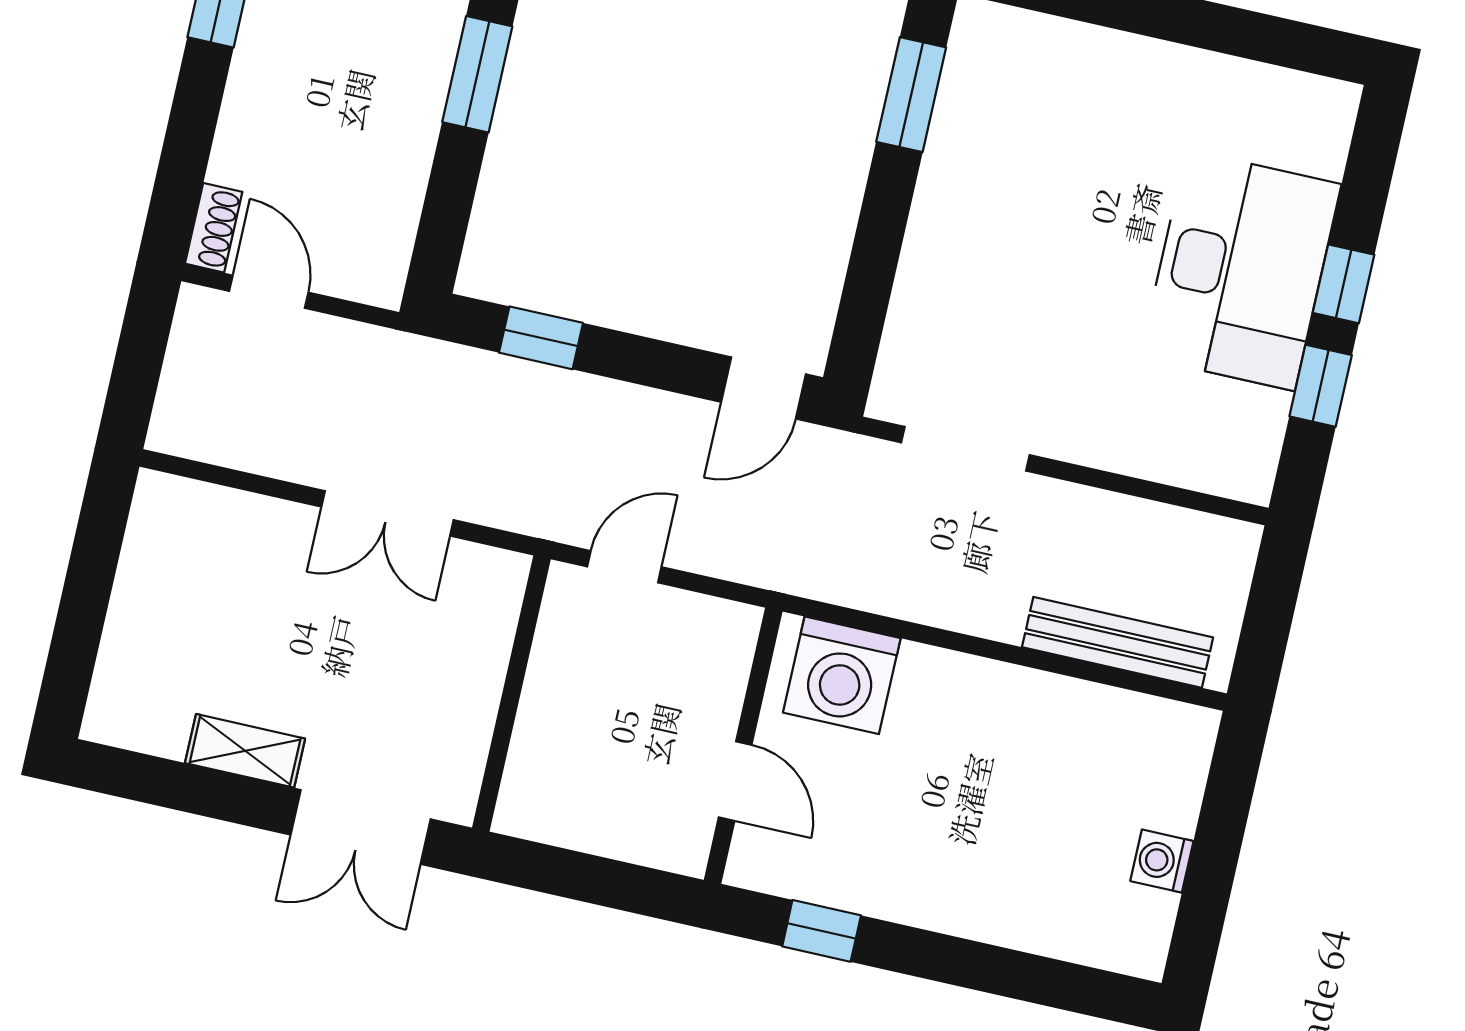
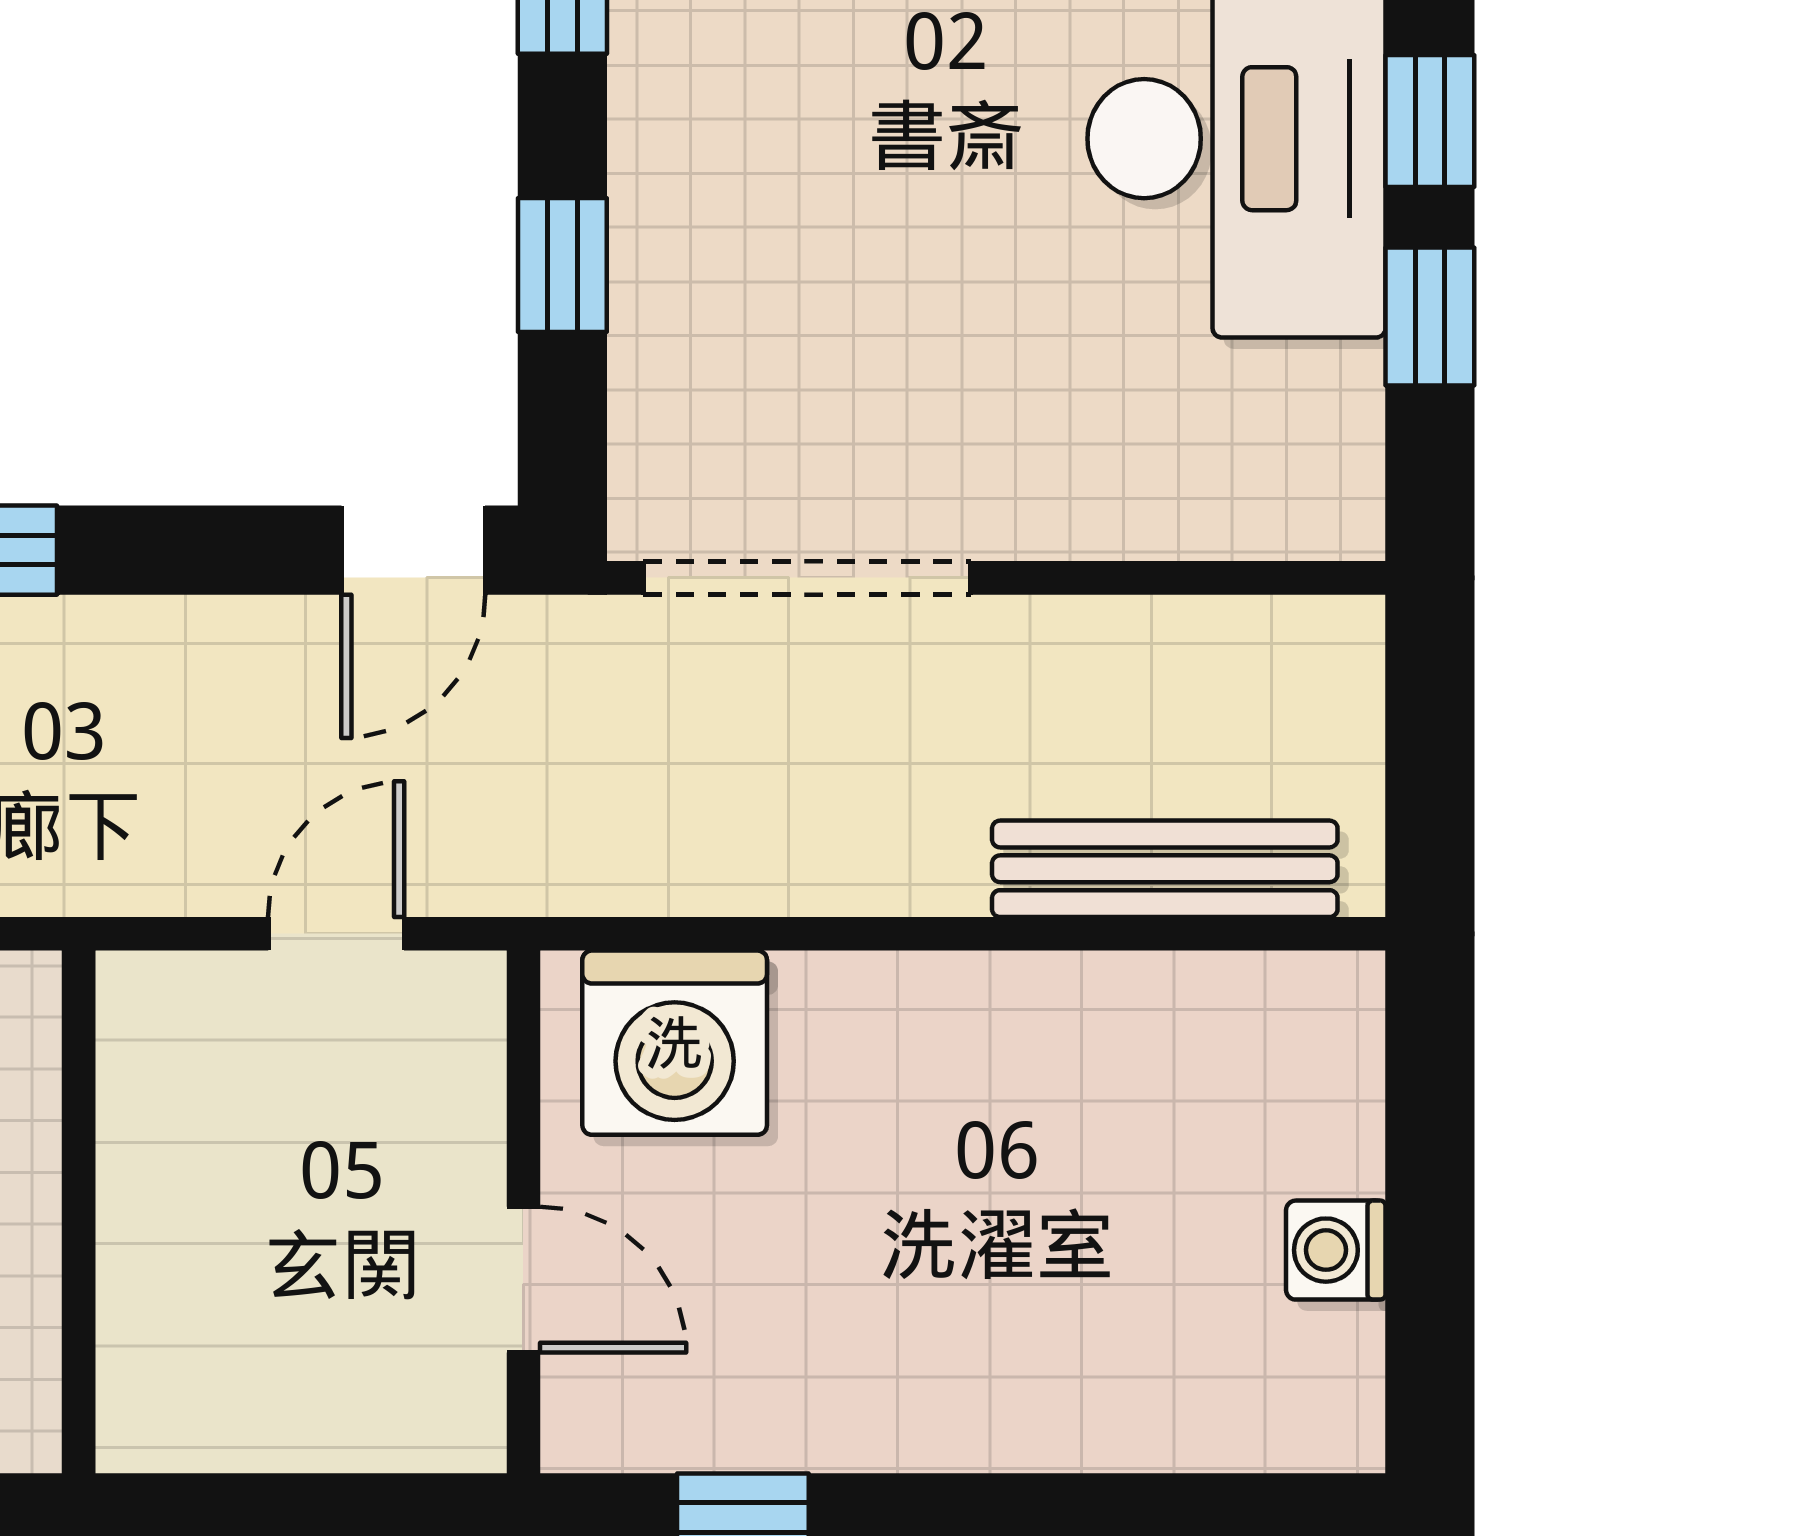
window: (875, 257) -> (562, 265), added
doorway: (965, 449) -> (807, 578), width x1.36
door: (624, 567) -> (336, 934), moved

